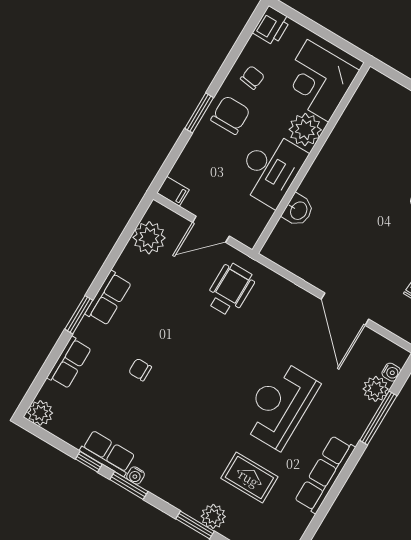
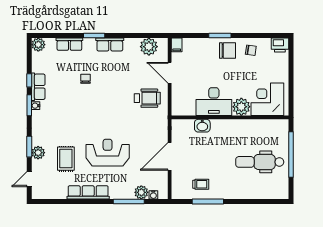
corner desk: (318, 81) -> (267, 99), moved
plant: (305, 130) -> (241, 107), moved
wall: (311, 158) -> (230, 117), moved
desk: (271, 169) -> (214, 102), moved
washbasin: (298, 210) -> (202, 126), moved

